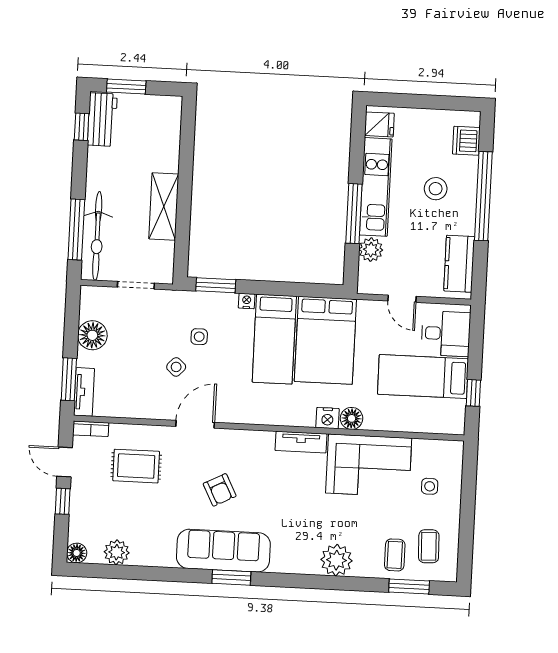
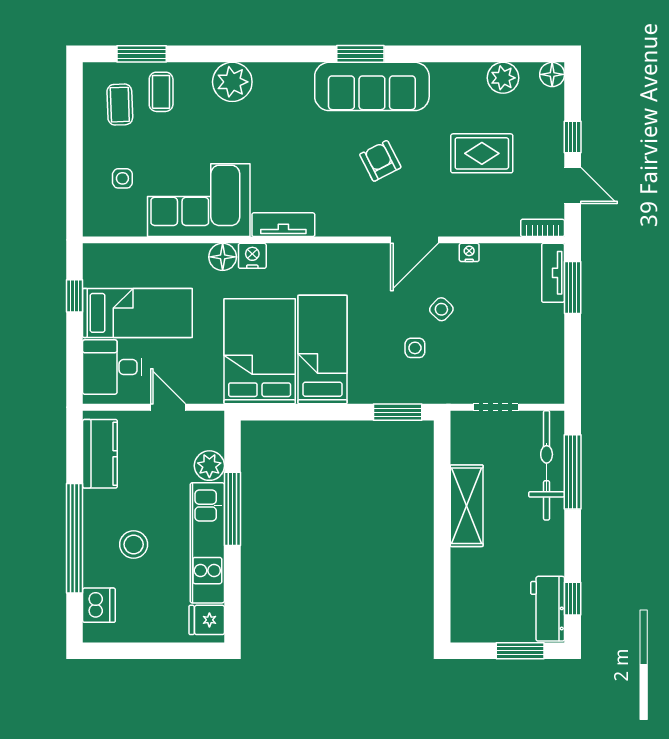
nightstand: (247, 301) -> (469, 252), moved, turned 180
floor lamp: (92, 335) -> (546, 343), removed
rug: (136, 466) -> (482, 153), moved

